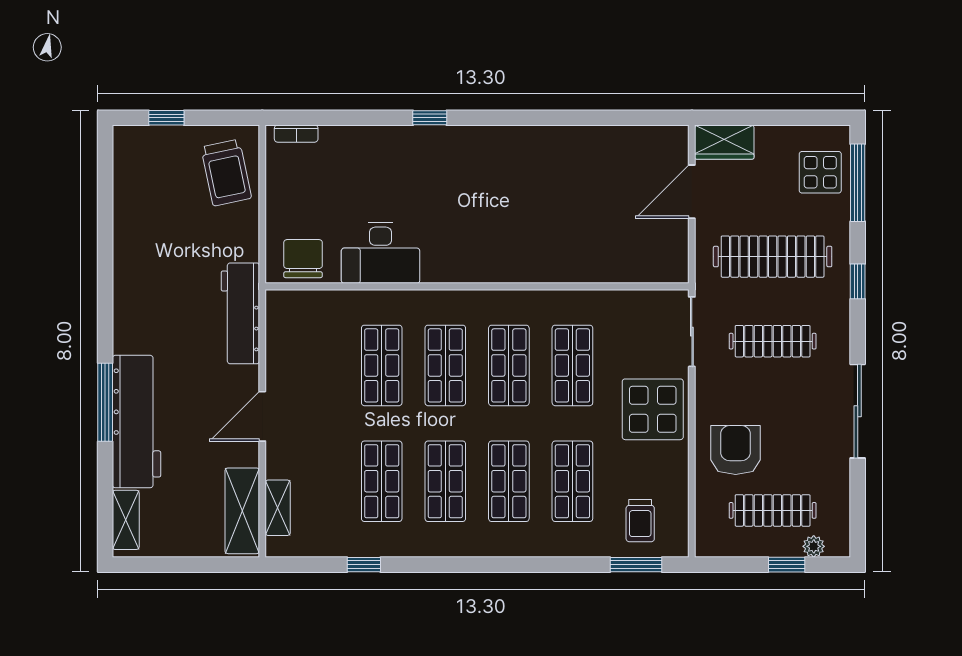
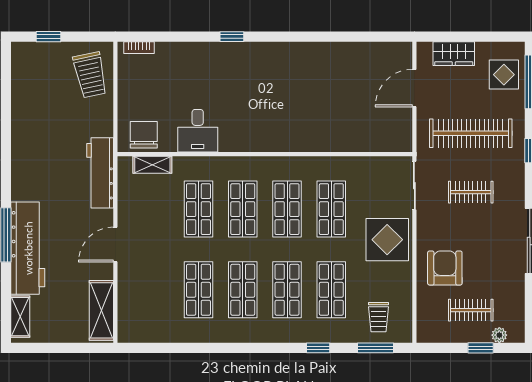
wardrobe: (724, 142) -> (454, 54), moved
desk: (381, 253) -> (198, 131), width x0.73
clothes rail: (773, 341) -> (471, 192), width x0.73
shelving: (278, 508) -> (152, 165), moved, turned 90
clothes rail: (773, 510) -> (471, 310), width x0.73
window: (364, 565) -> (318, 348), moved

